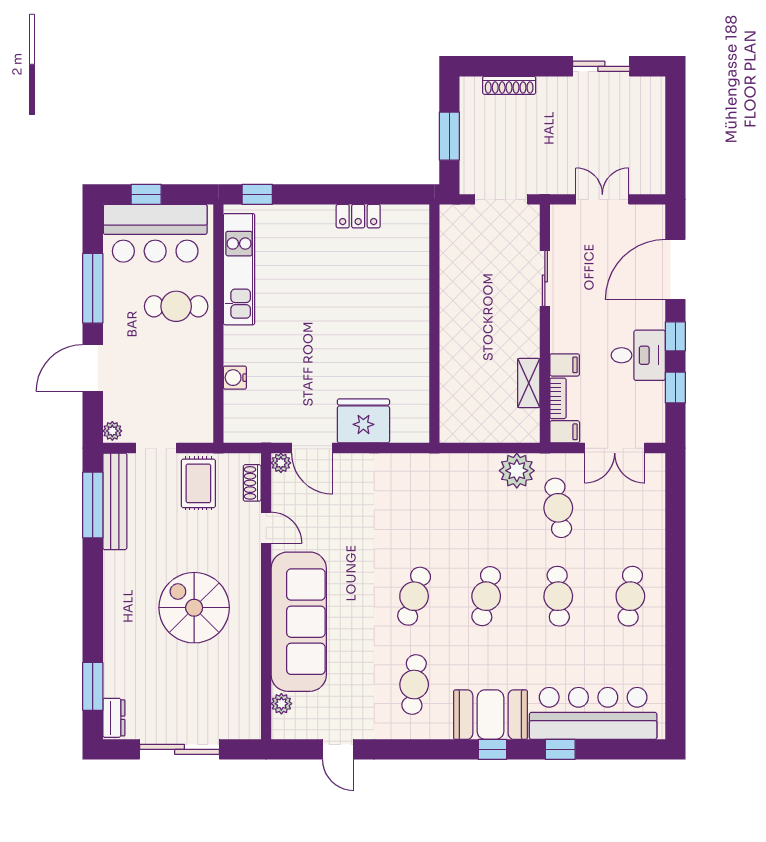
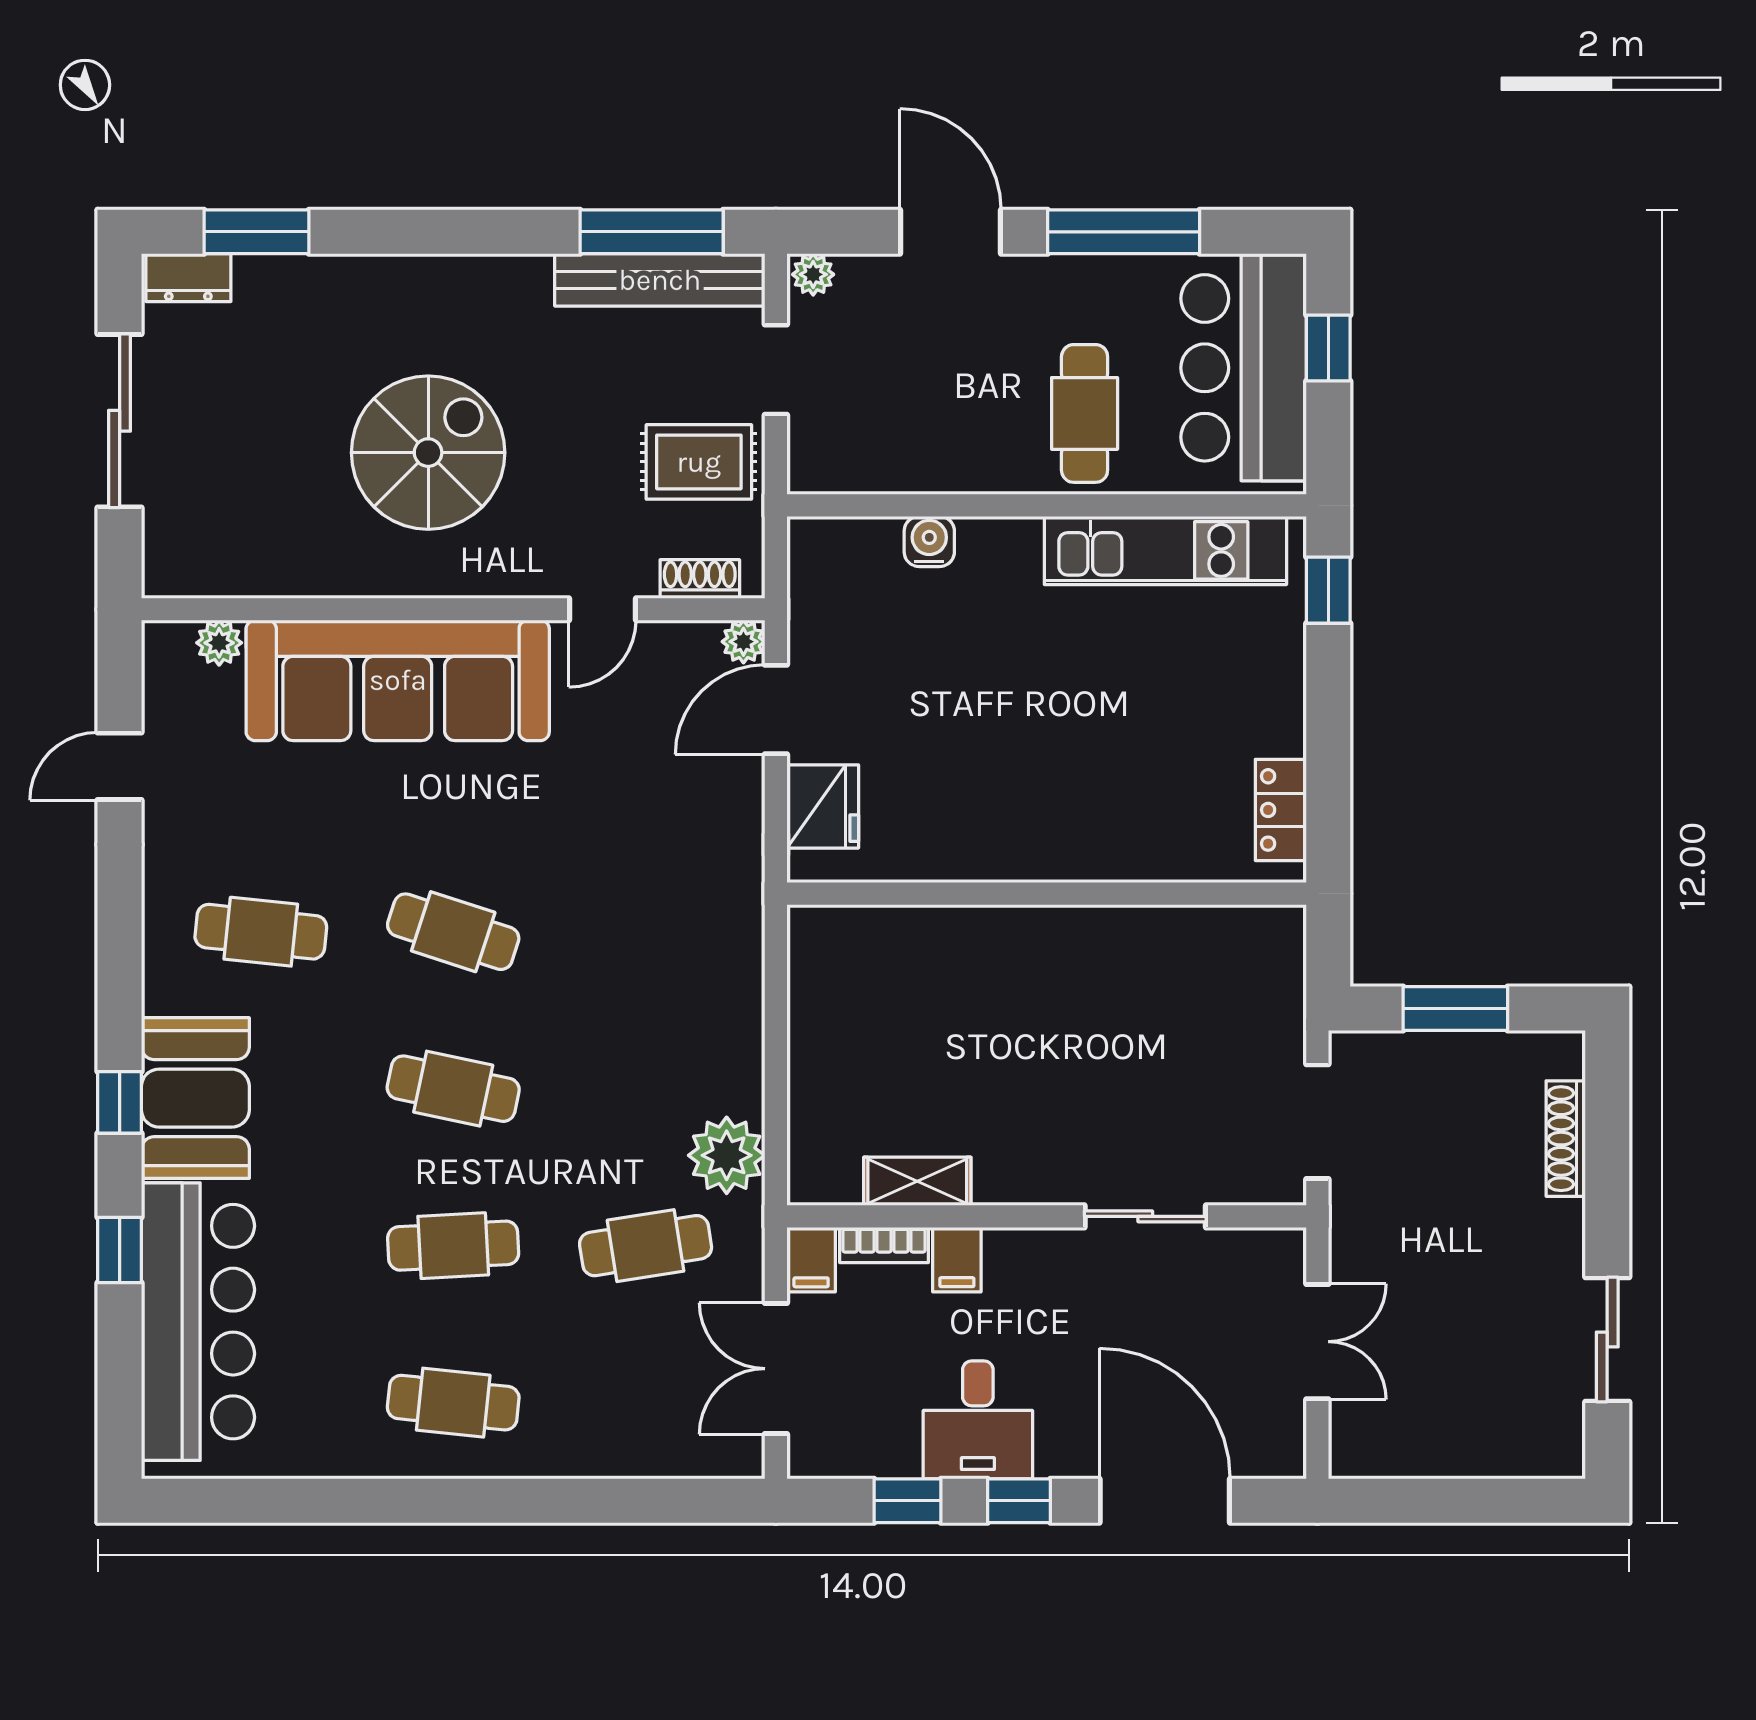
wall: (434, 324) -> (1047, 894), moved
fridge: (363, 421) -> (823, 806), width x0.73, depth x0.75

